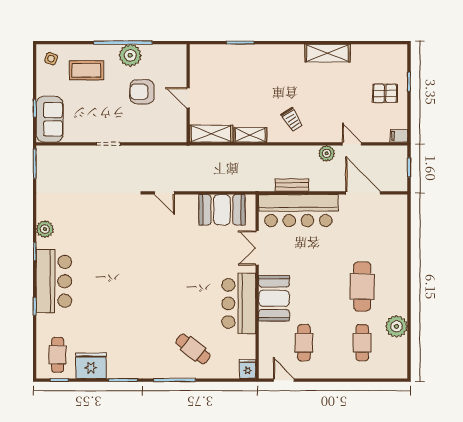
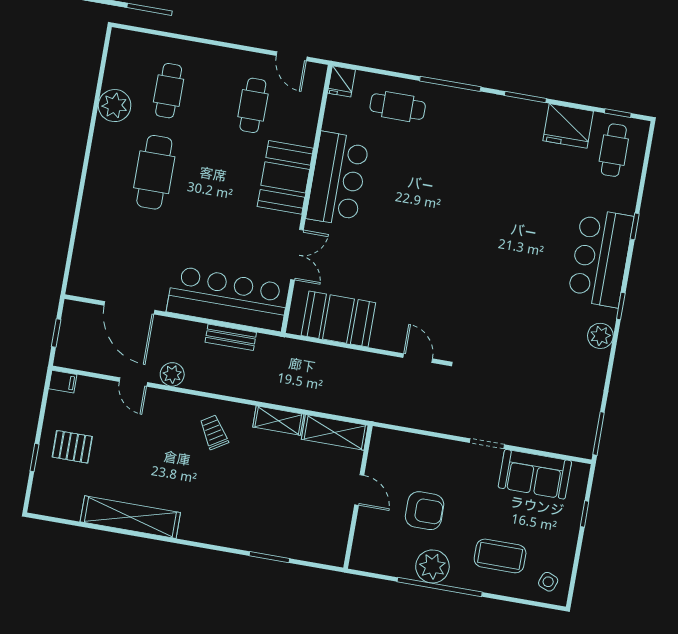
shelving: (327, 53) -> (130, 517), width x1.47
sofa: (50, 119) -> (535, 474), moved, turned -90
cafe table: (193, 349) -> (398, 107), moved, turned -38

